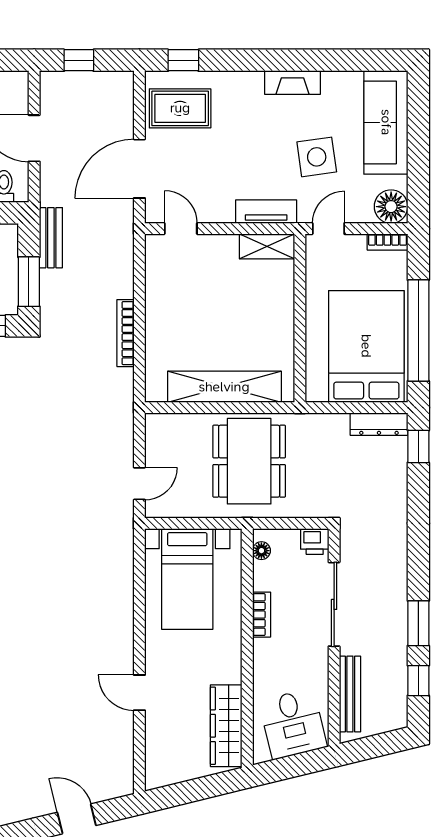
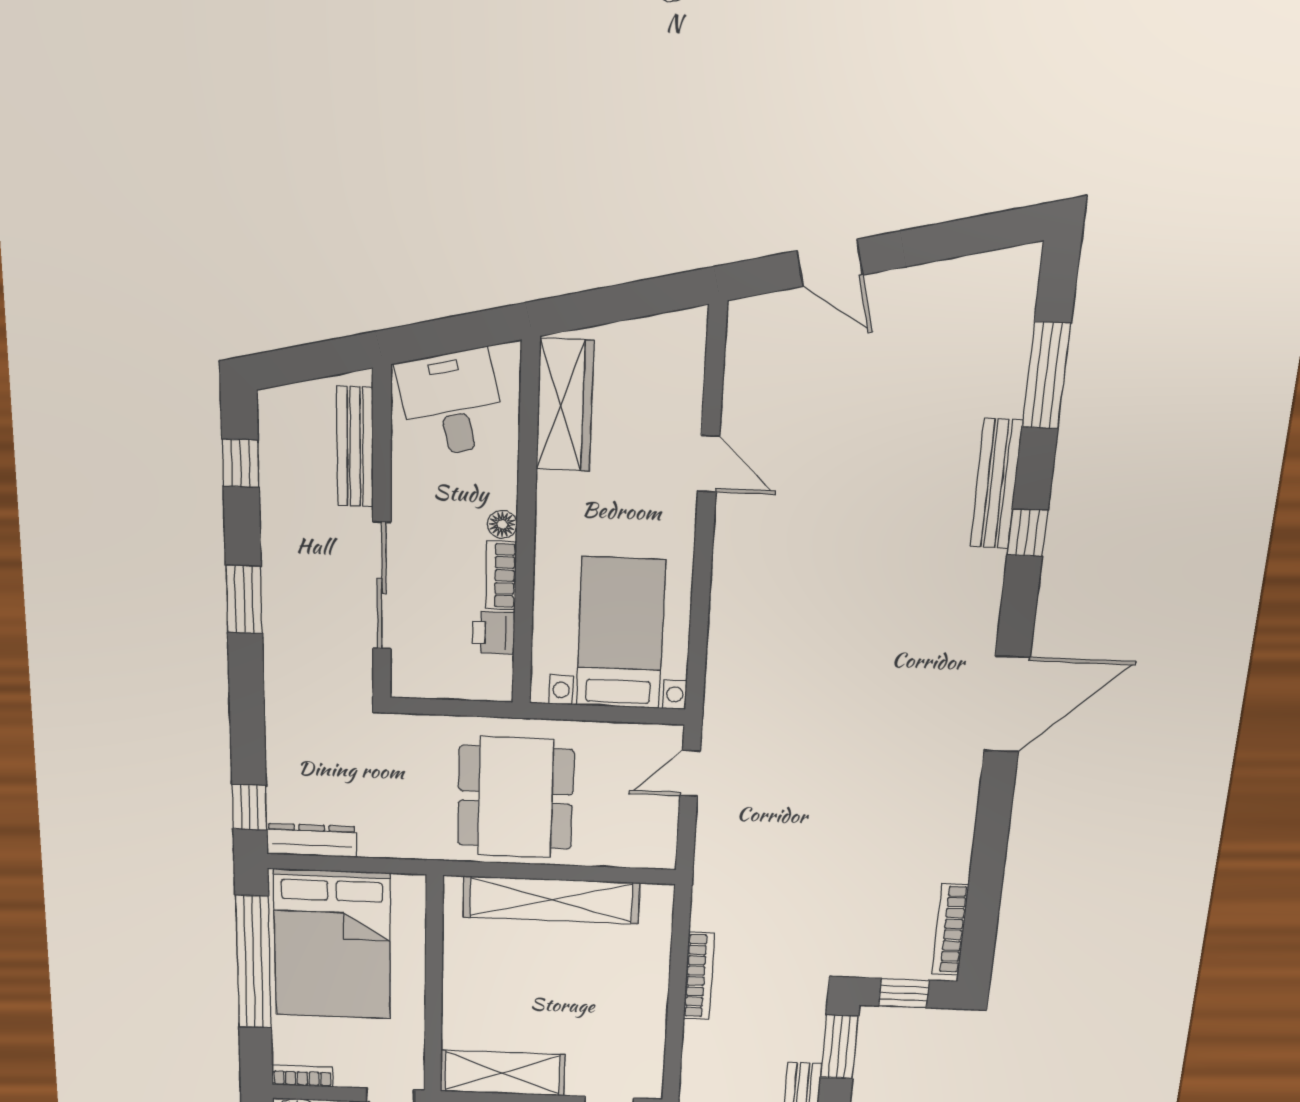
shelving: (267, 246) -> (502, 1073), width x1.50, depth x1.33
printer: (315, 541) -> (493, 633), moved, turned -90
floor lamp: (261, 551) -> (502, 524), moved
window: (418, 623) -> (244, 599), moved

